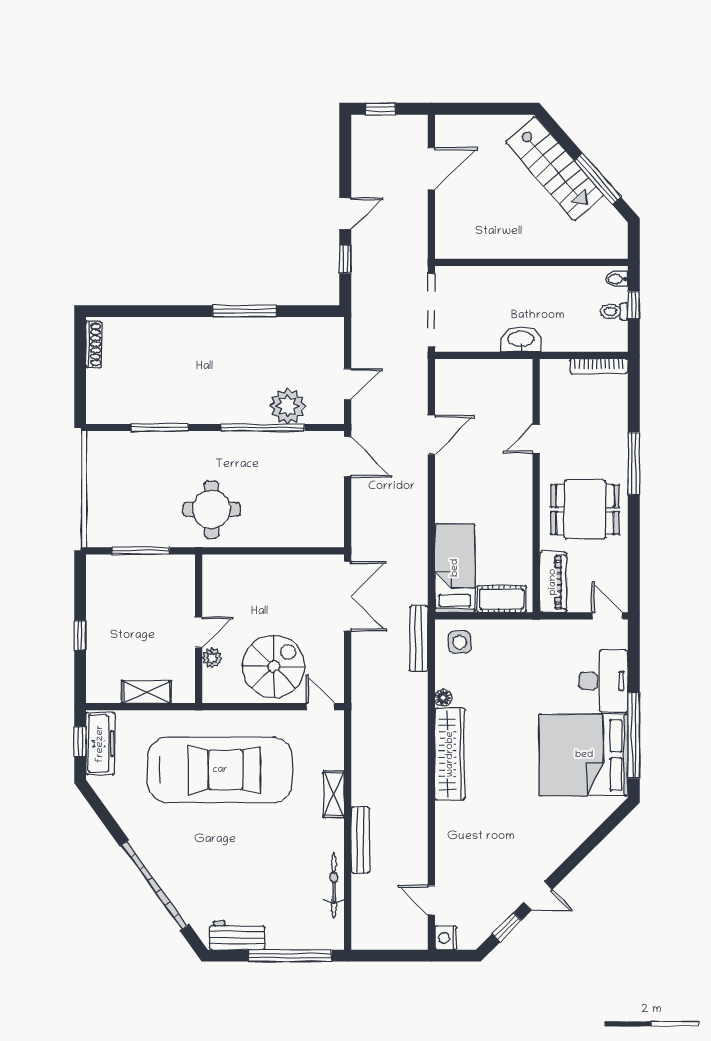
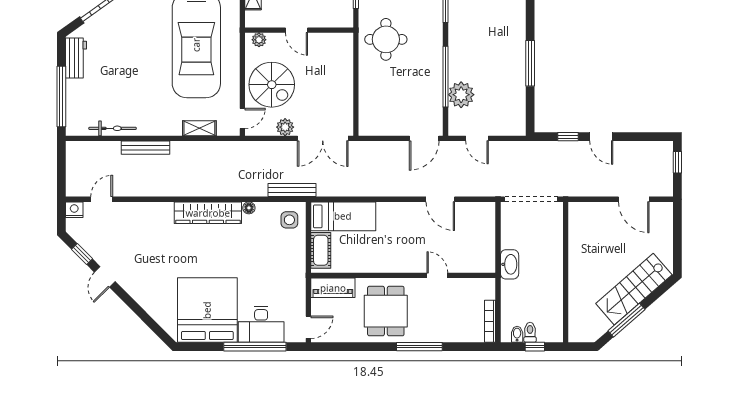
bidet: (617, 279) -> (517, 334), moved
plant: (332, 648) -> (285, 127), added
plant: (212, 658) -> (259, 40), moved
window: (634, 735) -> (255, 347), moved
shelving: (334, 794) -> (199, 128), moved

